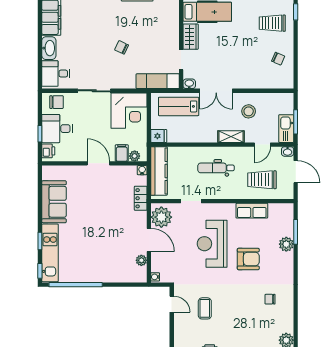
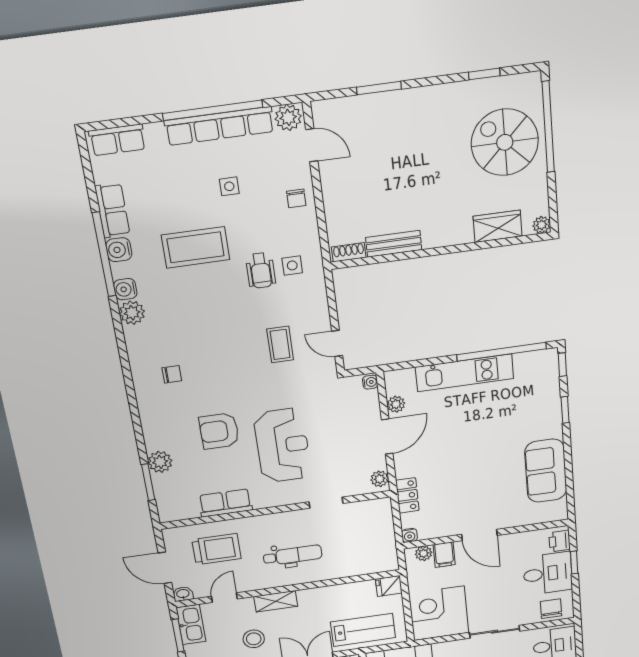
chair: (57, 102) -> (551, 609), turned 90
kitchen counter: (159, 171) -> (383, 538), removed
plant: (161, 217) -> (380, 479), width x0.53, depth x0.53
door: (149, 240) -> (387, 437), swing flipped
kitchen unit: (50, 253) -> (465, 373), moved, turned -90

